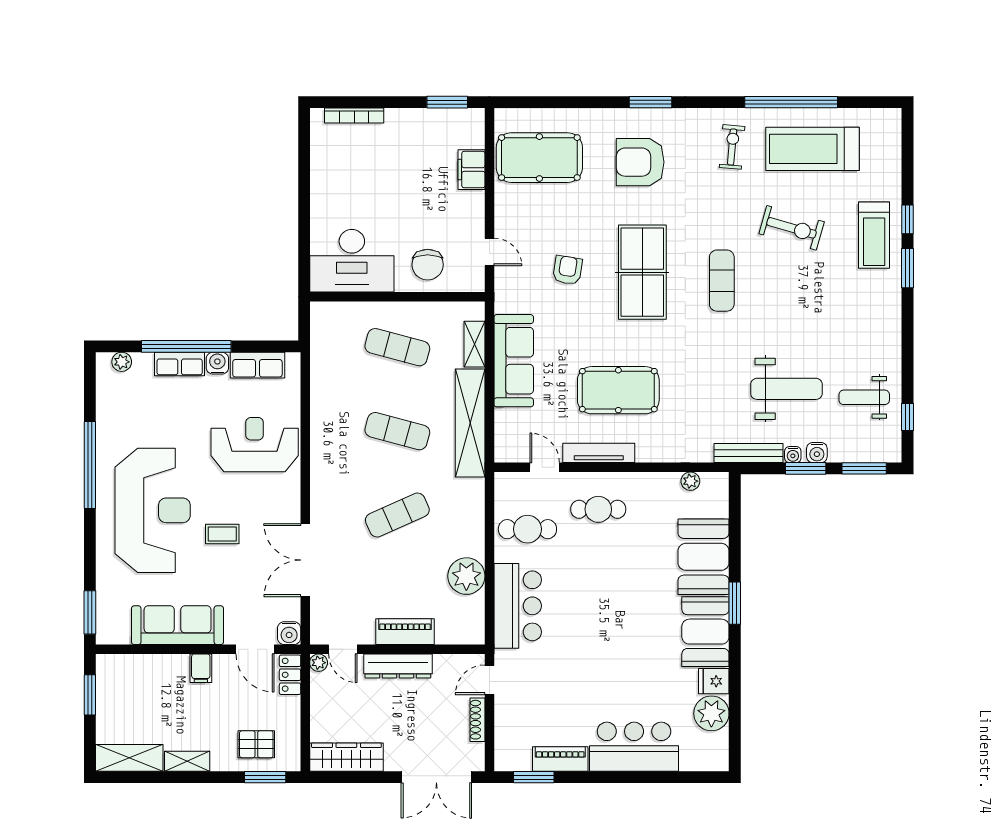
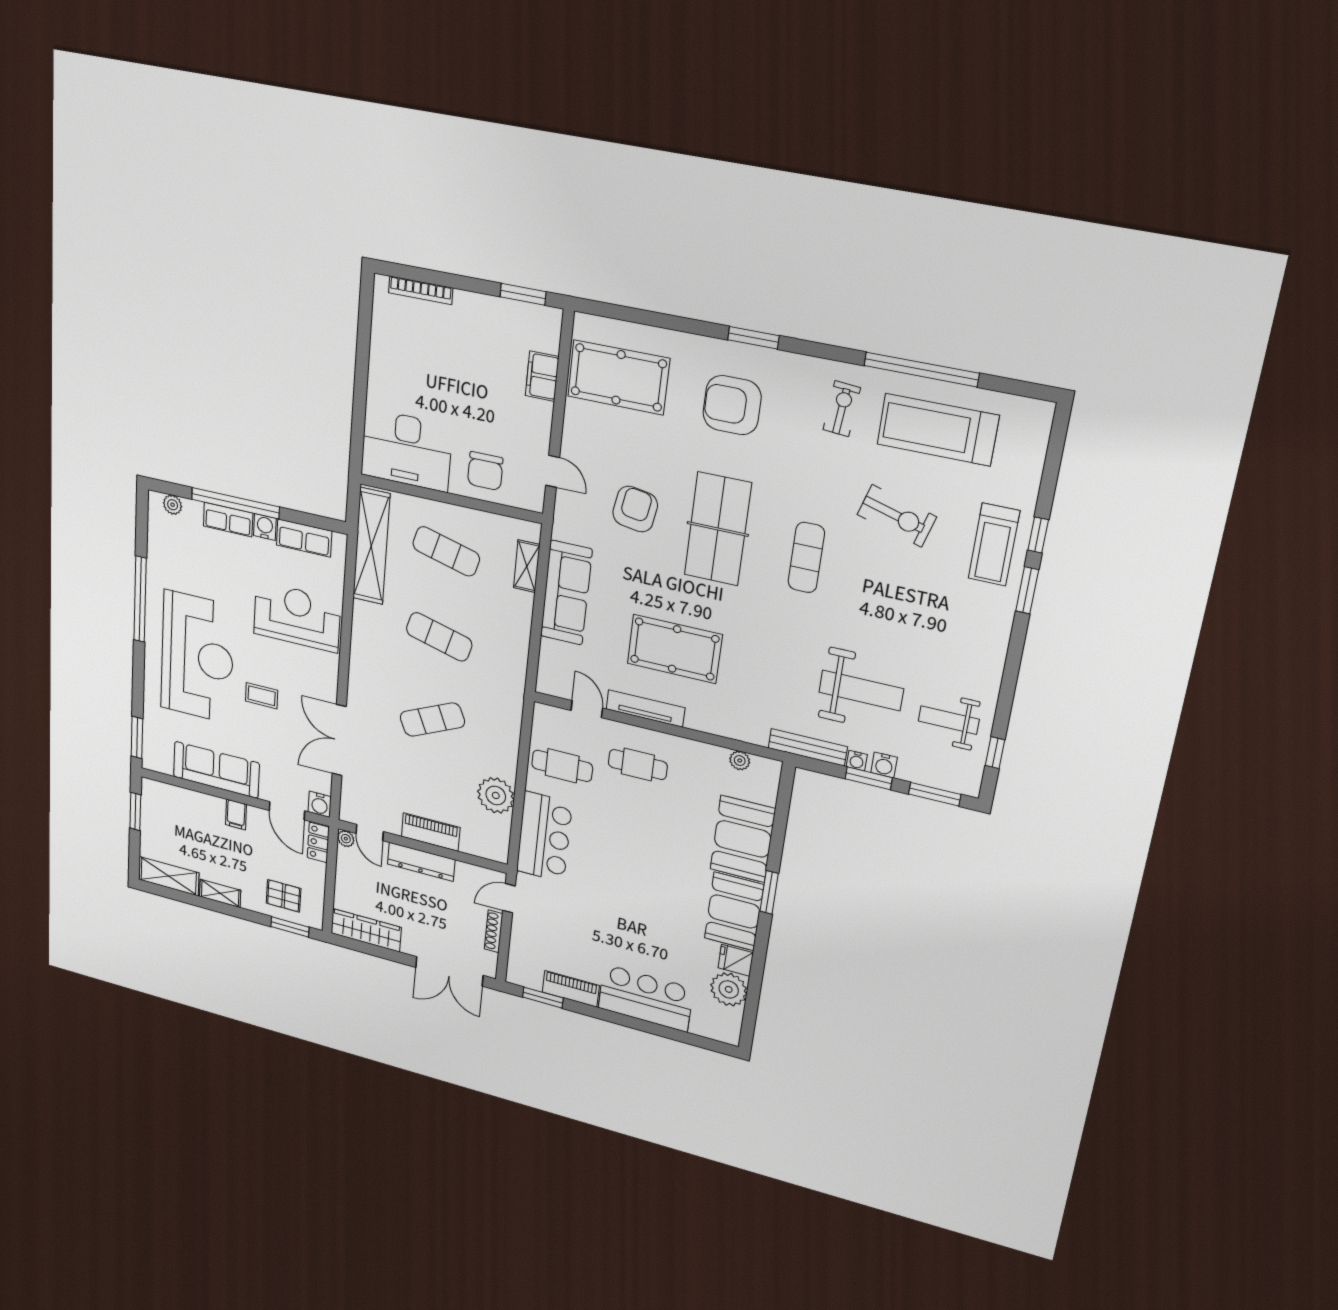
armchair: (568, 270) -> (635, 509), width x1.38, depth x1.38
shelving: (470, 423) -> (371, 546), moved

